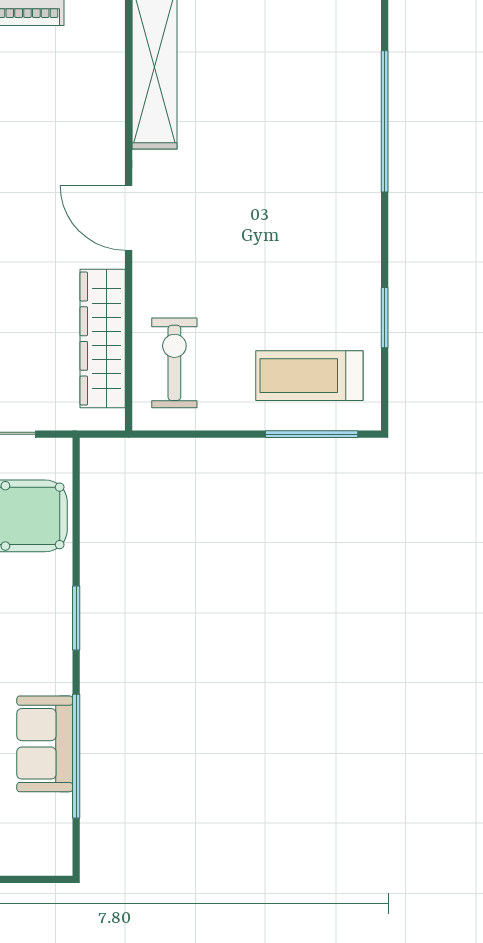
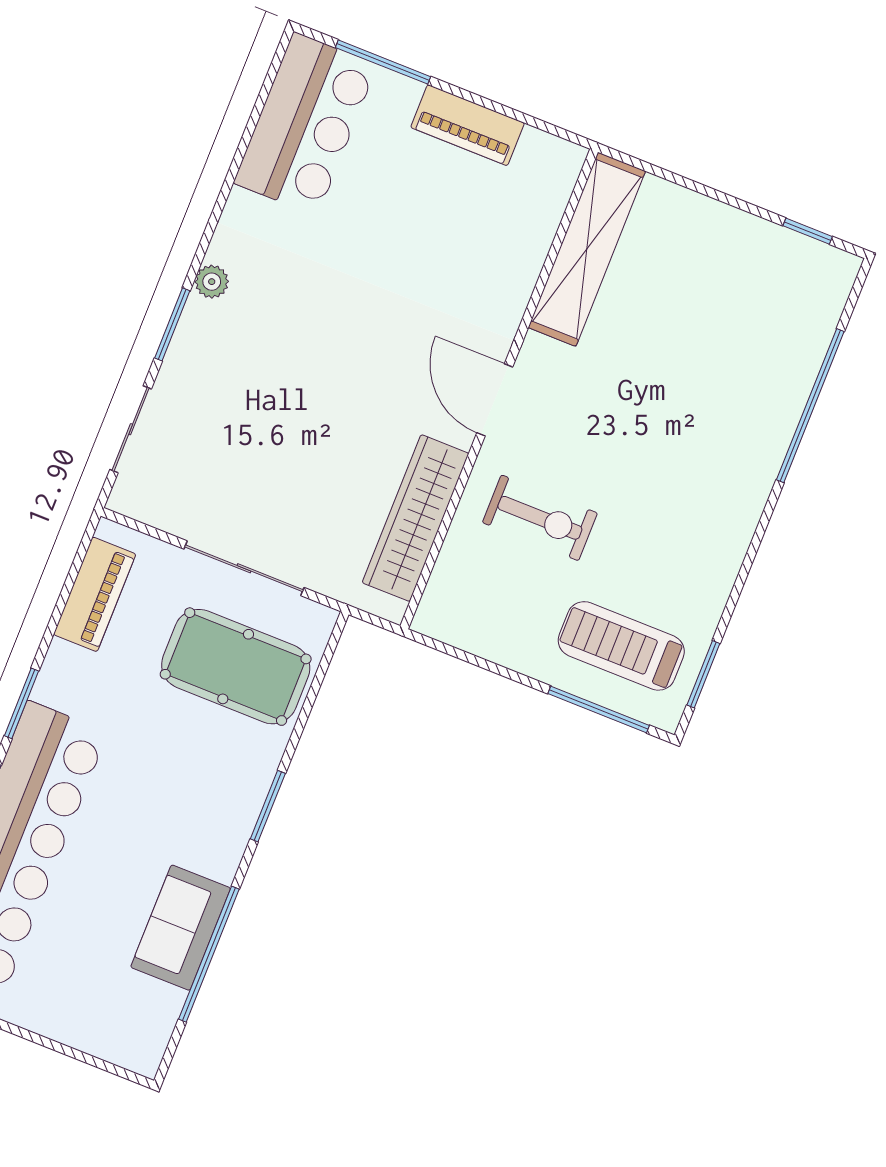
window: (385, 318) -> (703, 674), moved
exercise bike: (174, 363) -> (540, 518), moved, turned 90

